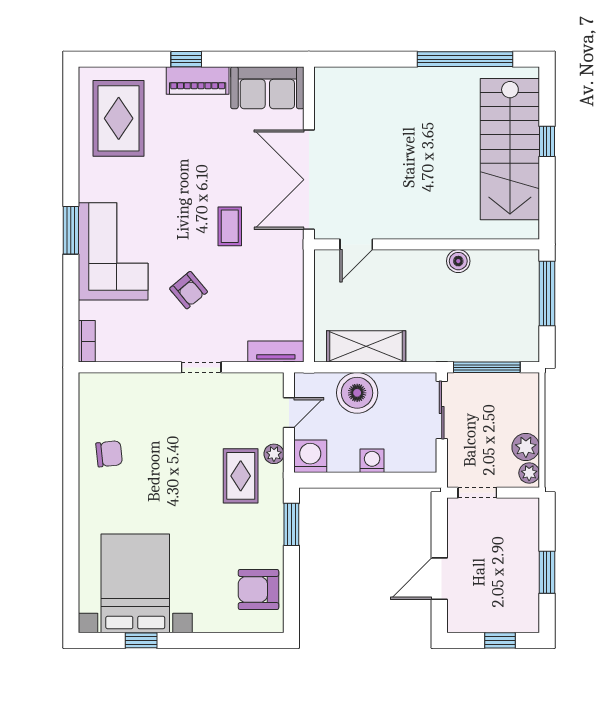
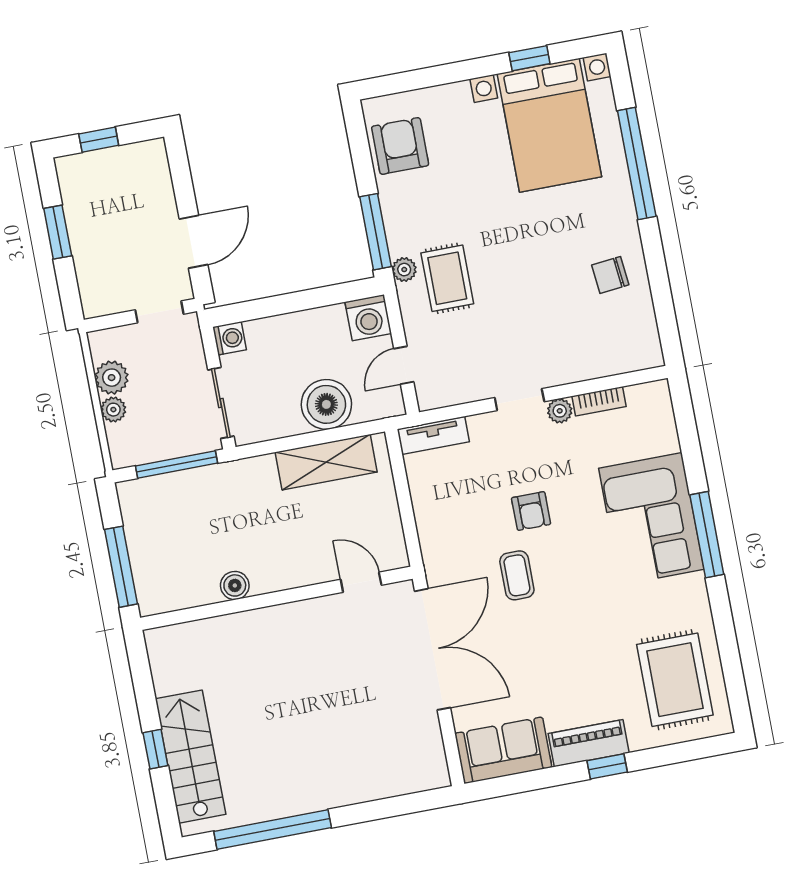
stairs: (510, 149) -> (190, 757), width x0.73, depth x0.66
window: (71, 230) -> (707, 535), width x1.44
door: (356, 244) -> (361, 582), hinge flipped
armchair: (189, 290) -> (531, 511), moved, turned -140
bookcase: (87, 341) -> (599, 401), moved, turned -90
plant: (170, 352) -> (560, 411), added
plant: (274, 454) -> (404, 270), moved
washing machine: (372, 461) -> (230, 338), moved, turned -90
plant: (529, 473) -> (113, 410), moved
window: (291, 524) -> (375, 232), width x1.44
window: (71, 539) -> (637, 164), added
door: (439, 579) -> (194, 242), moved
armchair: (258, 589) -> (400, 146), turned -90

